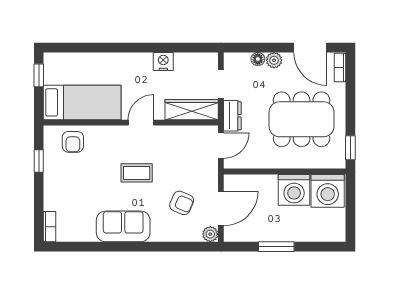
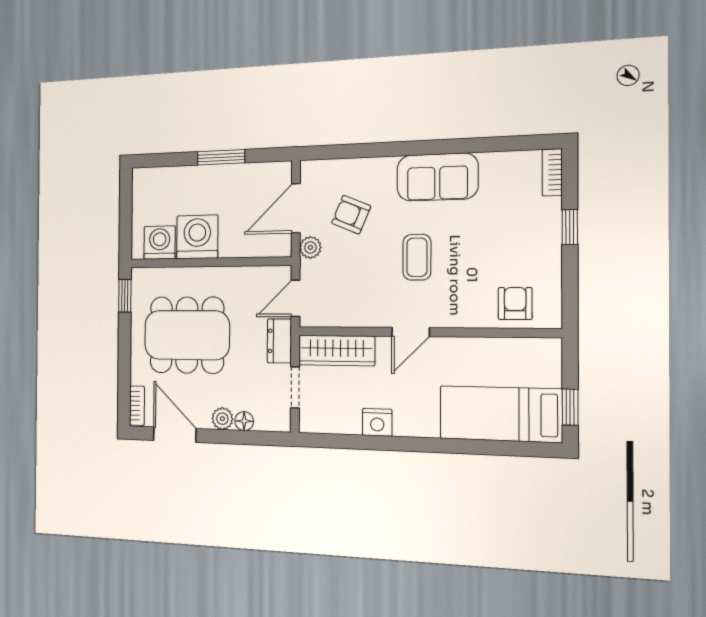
bed: (82, 102) -> (500, 414), moved
window: (39, 161) -> (570, 227), moved
coffee table: (137, 173) -> (417, 257), turned 90
washing machine: (328, 191) -> (160, 243), width x0.73, depth x0.73
plant: (210, 234) -> (310, 247), moved

